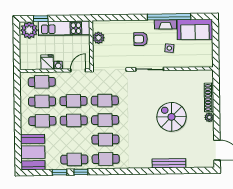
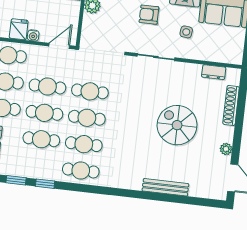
dresser: (193, 75) -> (214, 72), added
plant: (209, 117) -> (226, 149), moved
cafe table: (74, 159) -> (41, 139), moved

